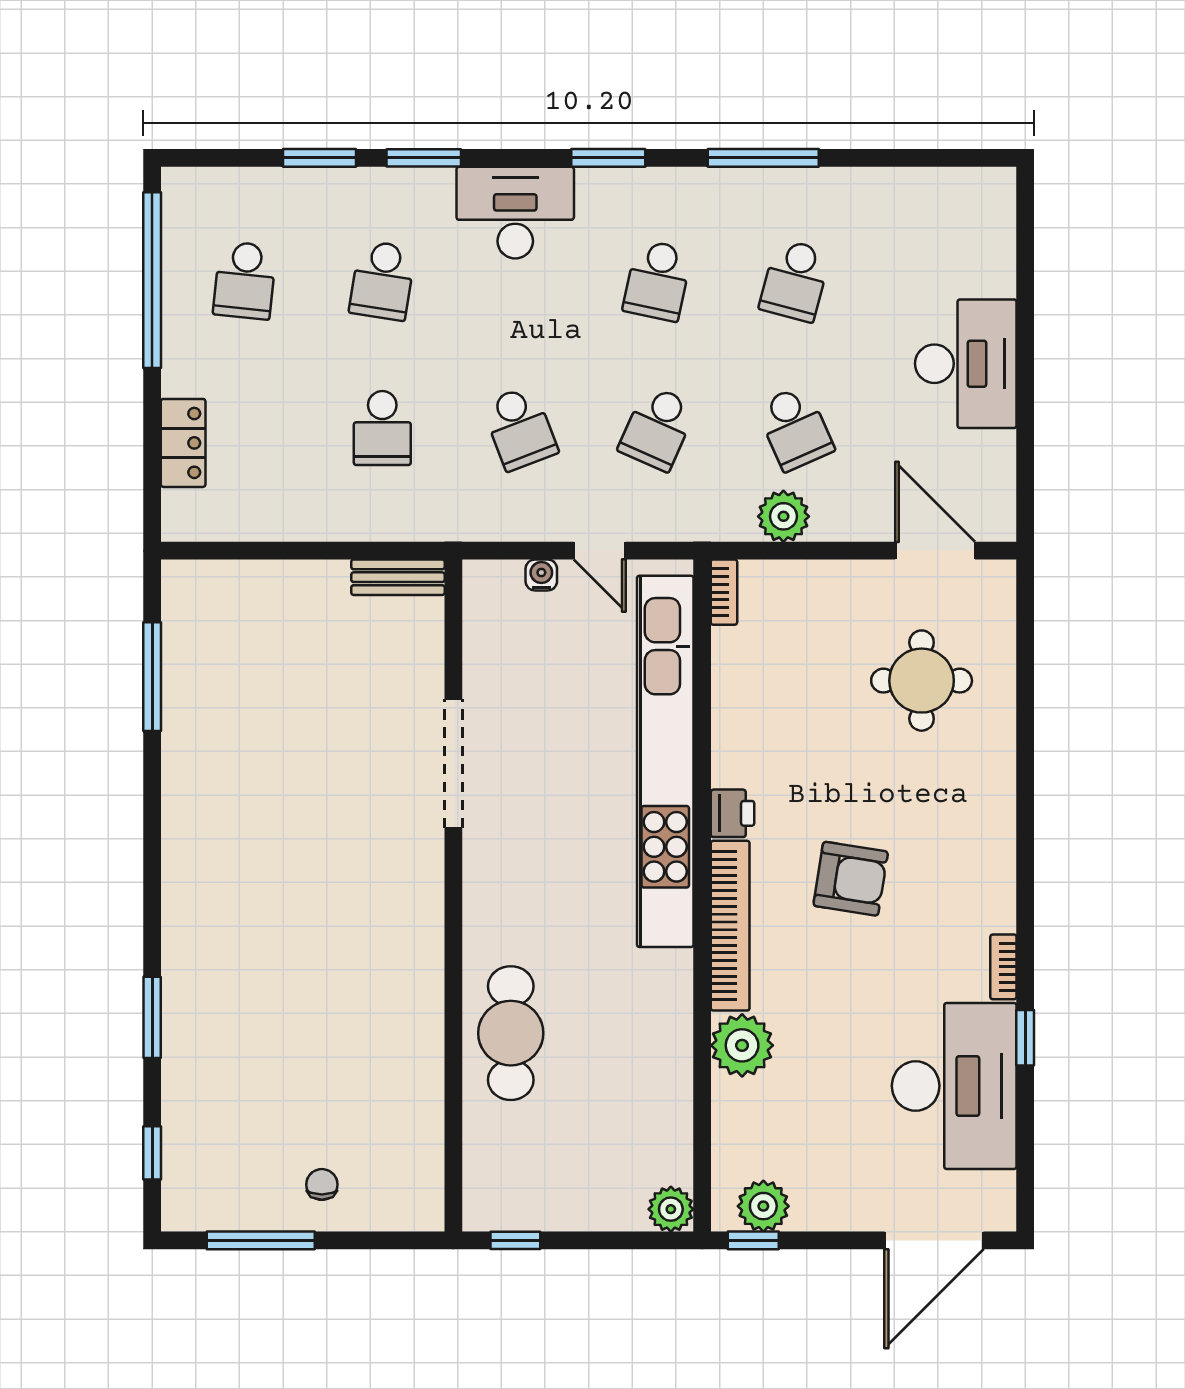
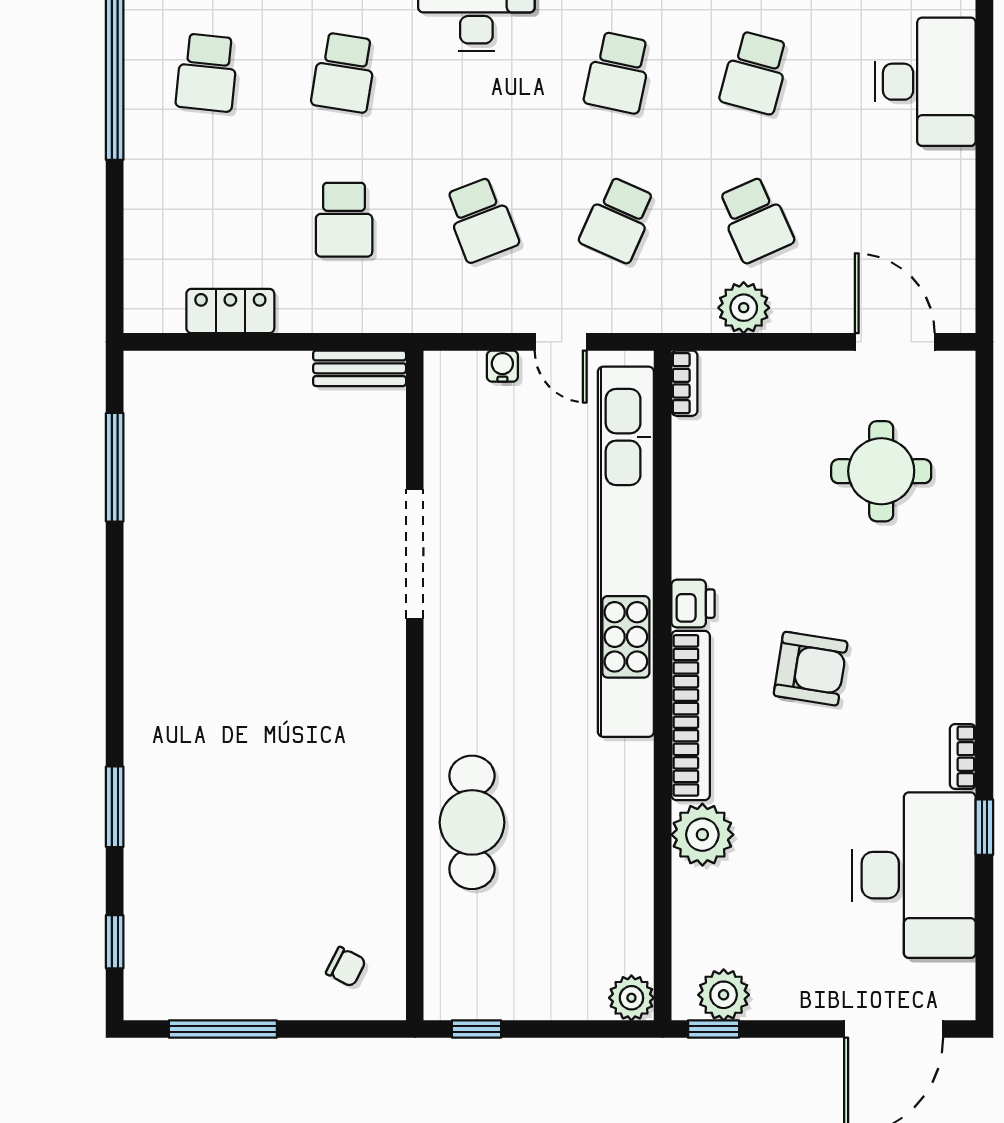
desk: (966, 364) -> (925, 82), moved
locker: (183, 443) -> (230, 311), moved, turned -90
chair: (322, 1184) -> (346, 967), moved, turned 117

